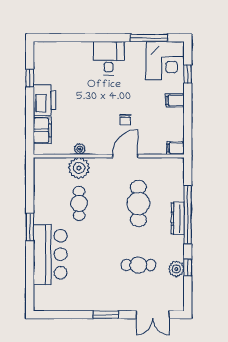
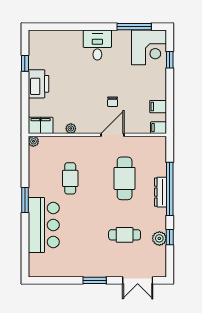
filing cabinet: (175, 100) -> (158, 107), moved
filing cabinet: (42, 130) -> (41, 125), moved, turned -90
plant: (79, 168) -> (33, 141), moved, width x0.53, depth x0.53

